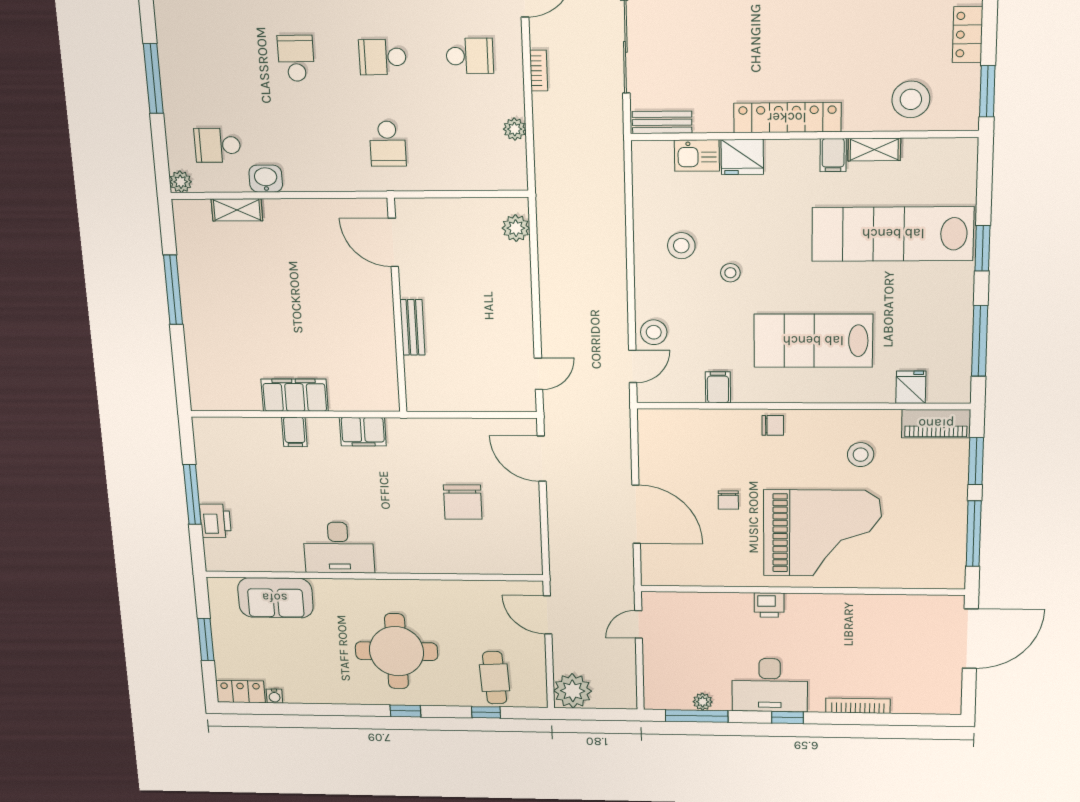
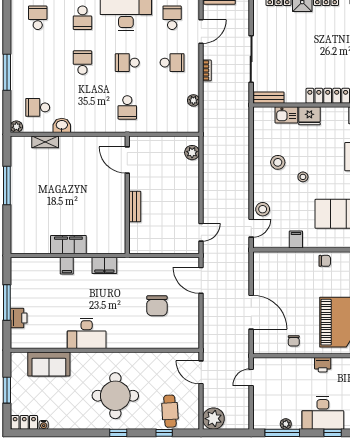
chair: (728, 500) -> (294, 341), moved

